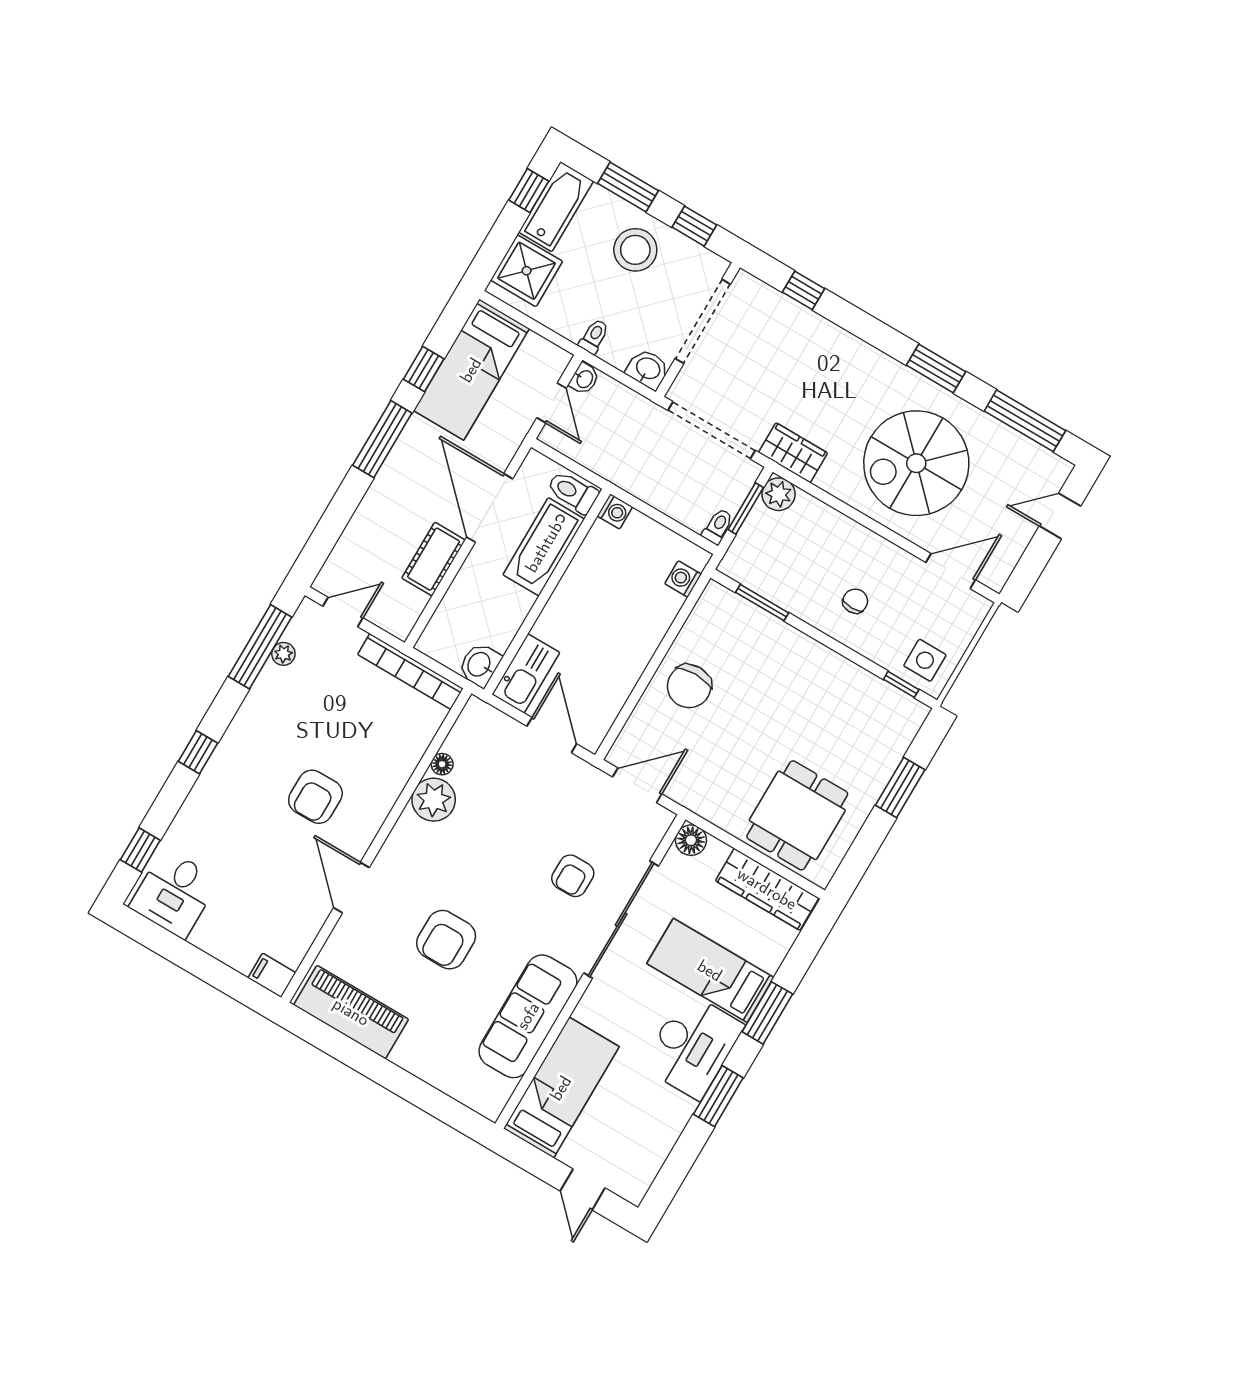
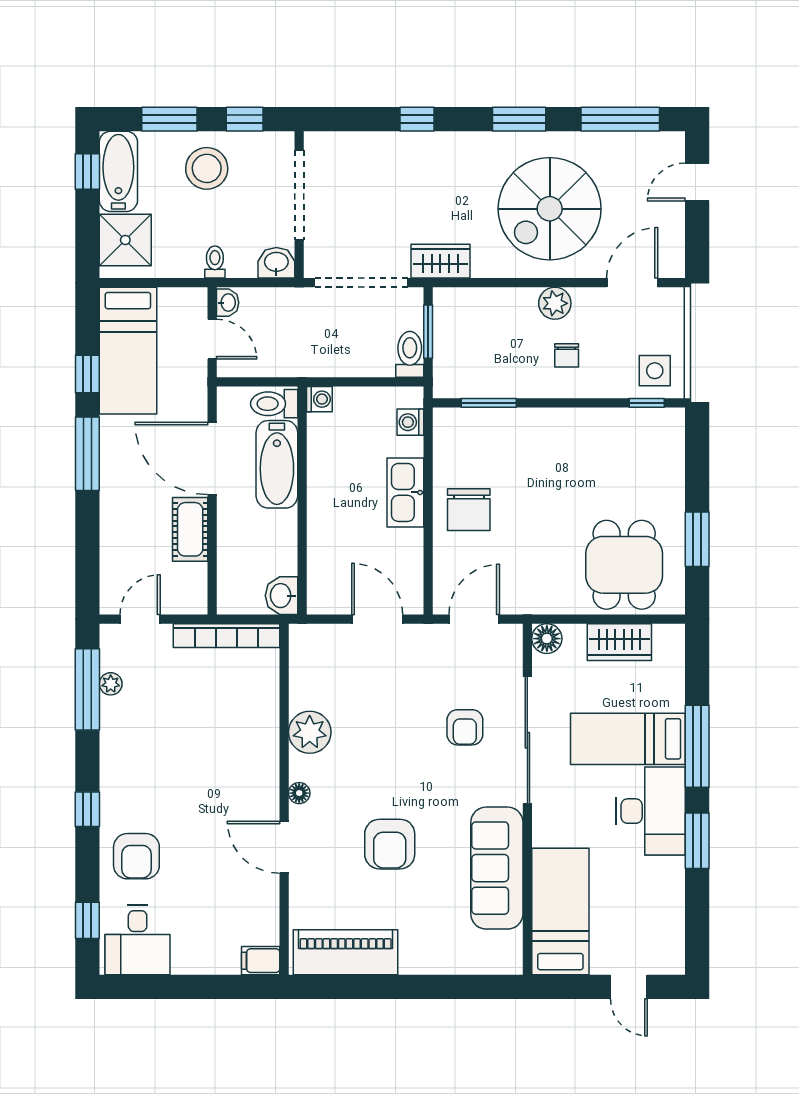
window: (804, 290) -> (417, 119), moved
plant: (779, 494) -> (555, 303), moved
toilet: (718, 526) -> (410, 354), width x1.37, depth x1.39
chair: (855, 601) -> (567, 355), turned 180
kitchen sink: (526, 673) -> (405, 492), moved, turned 180
floor lamp: (442, 764) -> (299, 793), moved
window: (900, 787) -> (697, 539), moved
armchair: (315, 797) -> (136, 856), moved
wardrobe: (767, 889) -> (619, 642), width x0.67
window: (767, 1013) -> (697, 746), width x1.44

